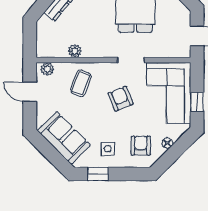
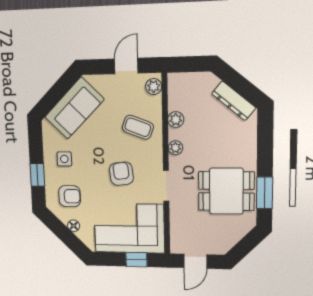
plant: (98, 52) -> (175, 148), added
armchair: (121, 99) -> (121, 174), turned -75
window: (197, 102) -> (136, 260), moved
window: (98, 174) -> (37, 175), moved

